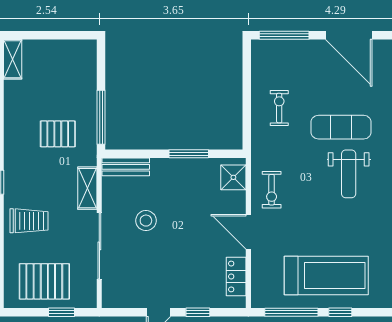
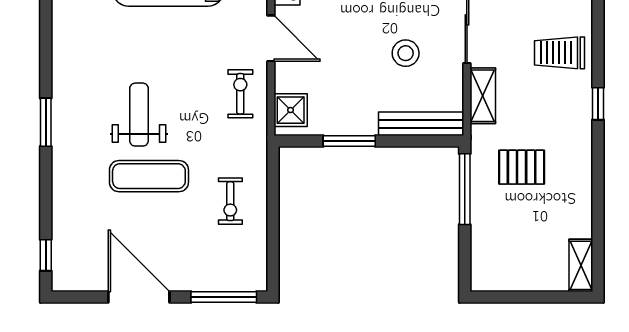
bench: (126, 167) -> (421, 124), width x1.36

